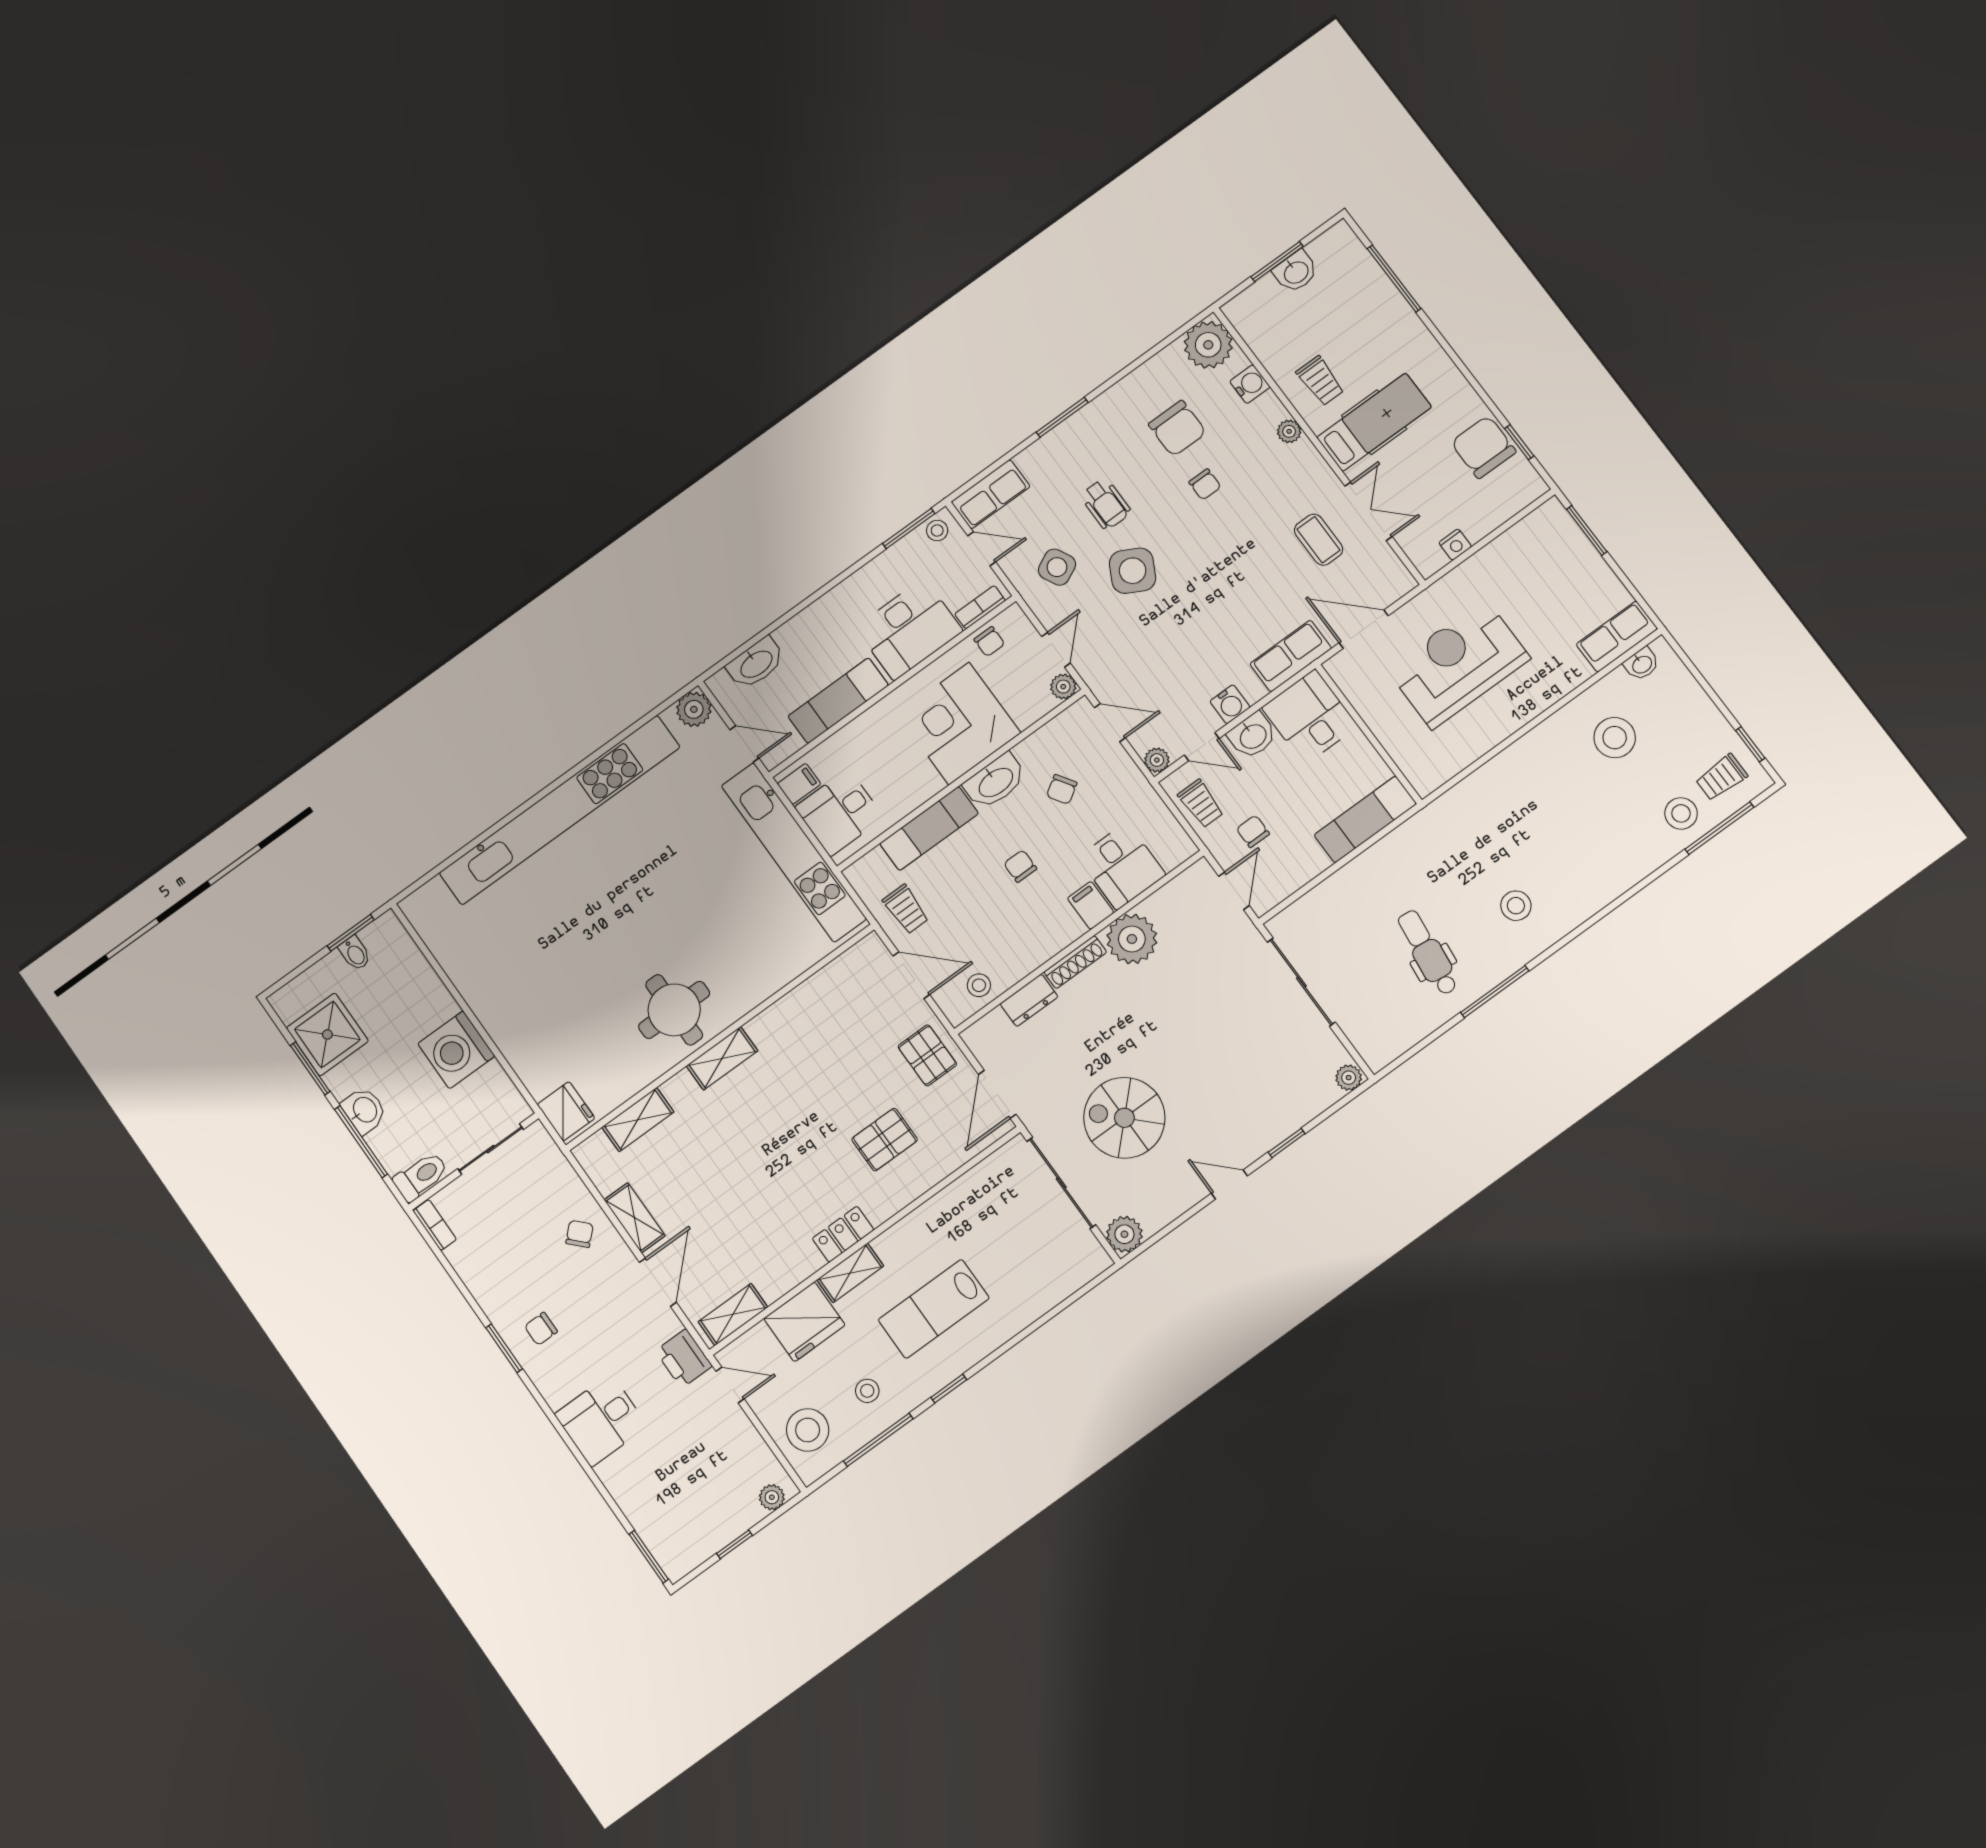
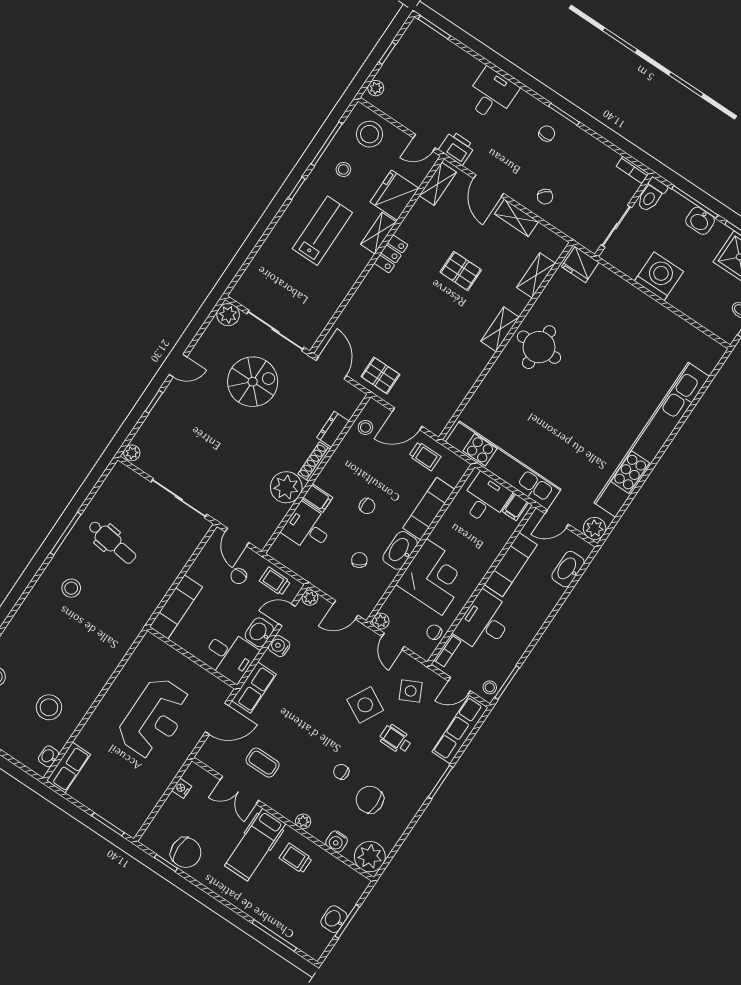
row of seats: (991, 494) -> (460, 730), width x1.48
chair: (1253, 831) -> (239, 576), turned 91
trolley: (906, 909) -> (425, 456), turned 180
pallet: (885, 1140) -> (461, 271), moved, turned 90

